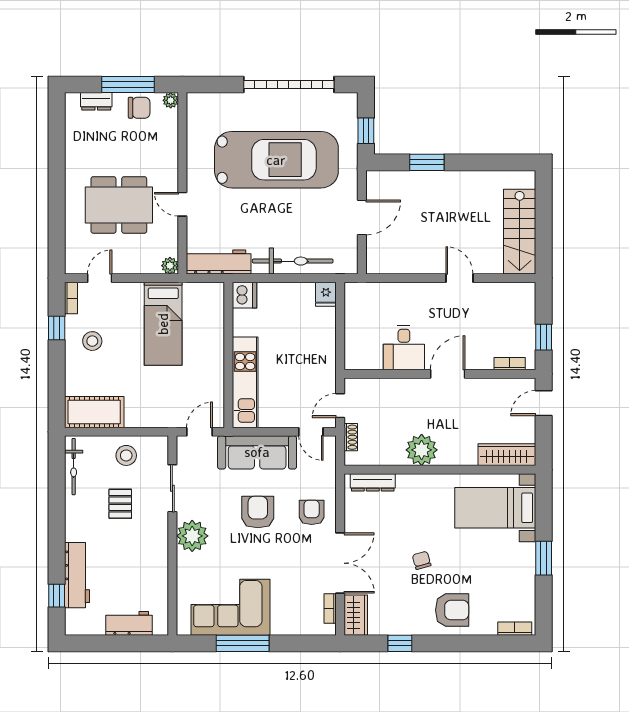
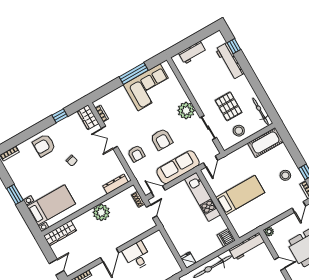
bed: (163, 324) -> (240, 195), moved, turned 90
pallet: (120, 504) -> (229, 106), width x1.50, depth x1.42
double door: (340, 563) -> (109, 137), width x0.73

